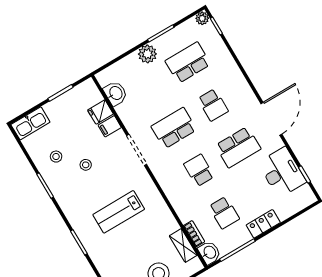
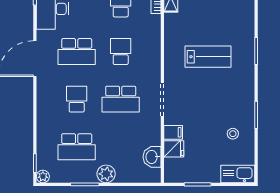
school desk: (238, 147) -> (77, 52), turned 180
stool: (86, 165) -> (212, 112), removed
school desk: (199, 170) -> (121, 52), turned 180

